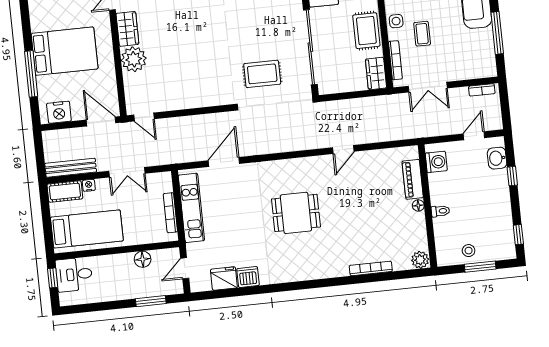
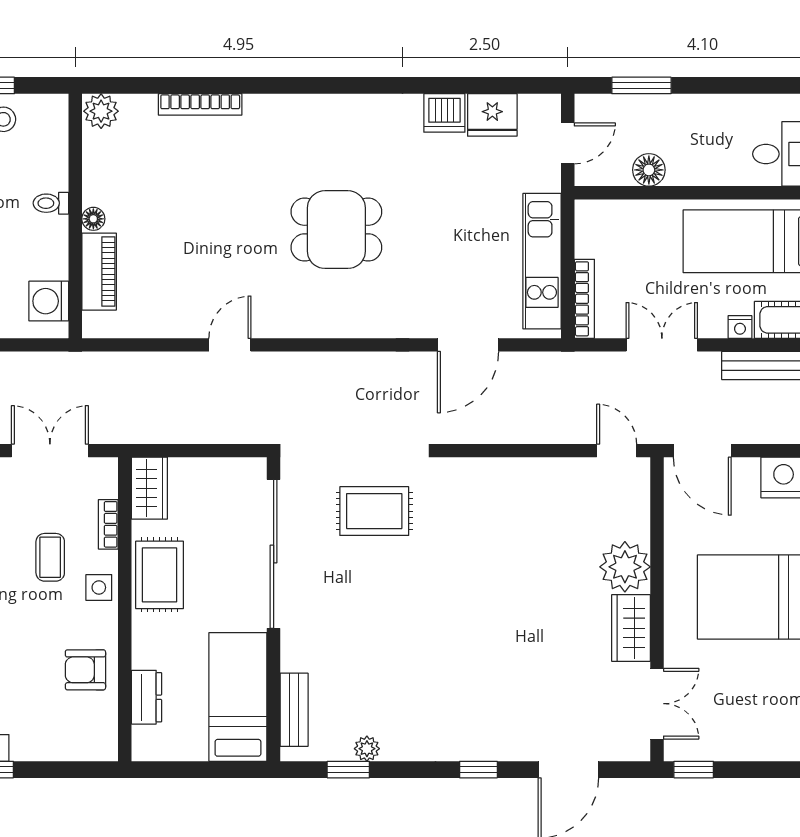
bookcase: (395, 60) -> (108, 524), width x0.64
bookcase: (170, 213) -> (584, 299), moved

